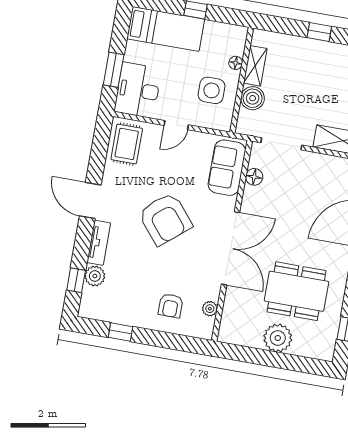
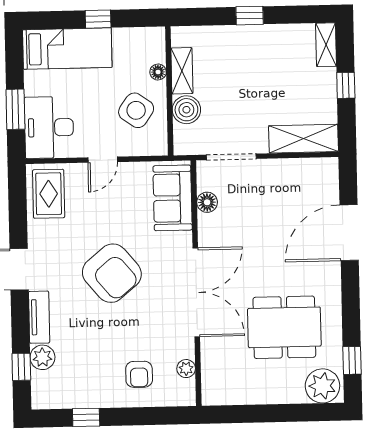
side table: (212, 90) -> (136, 110), turned 35
plant: (278, 338) -> (322, 386), moved

